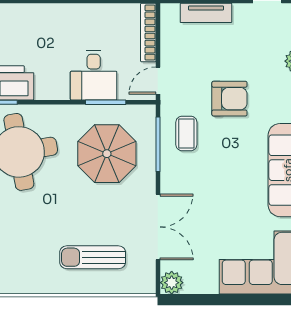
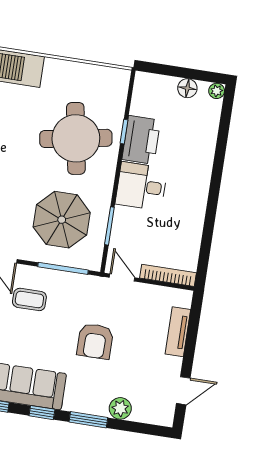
desk: (94, 75) -> (141, 186), moved
coffee table: (186, 133) -> (29, 299), moved

